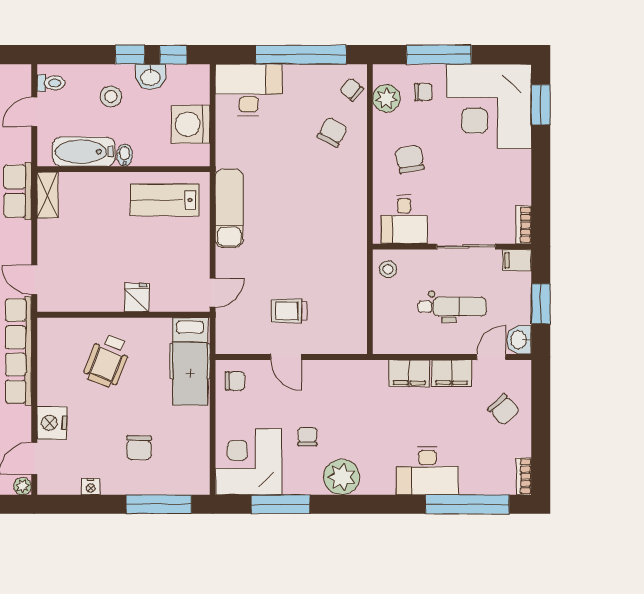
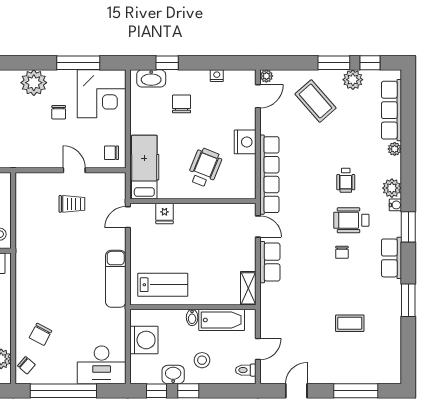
row of seats: (18, 191) -> (270, 262), moved
fridge: (137, 298) -> (164, 213), moved
nightstand: (52, 423) -> (245, 142), moved
washbasin: (181, 483) -> (151, 78), added
window: (159, 504) -> (167, 63), width x0.46

